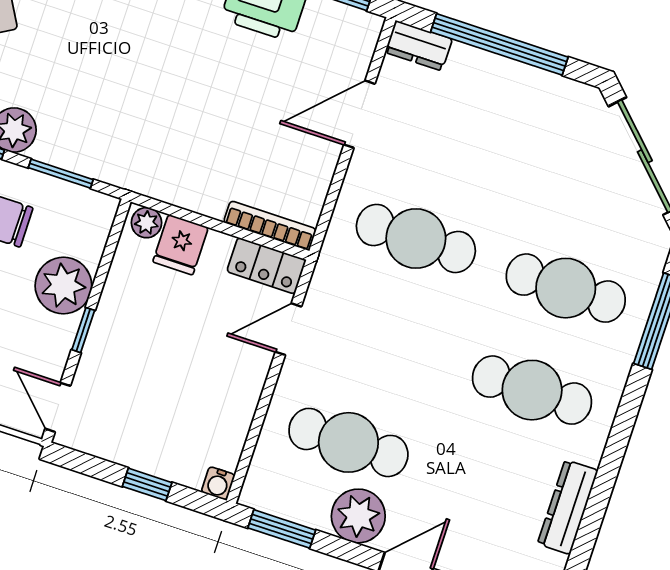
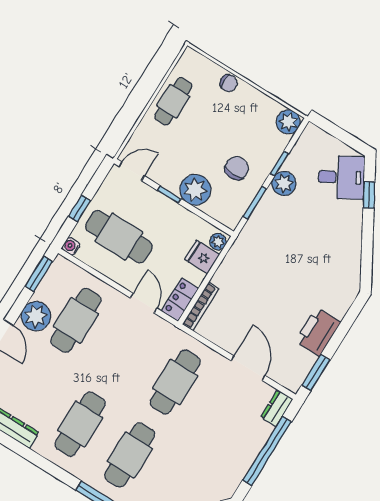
cafe table: (180, 402) -> (119, 237), added

